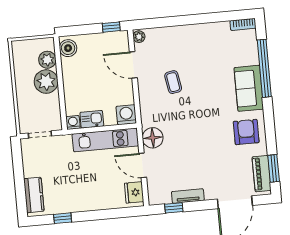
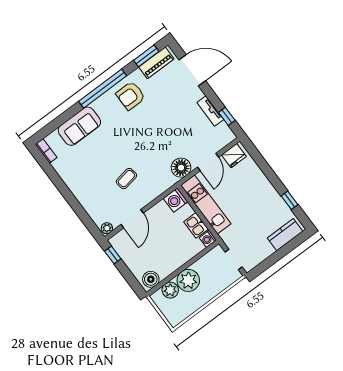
window: (264, 68) -> (103, 89), moved
sofa: (249, 88) -> (79, 126), moved

